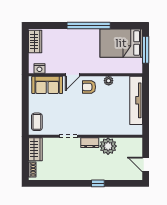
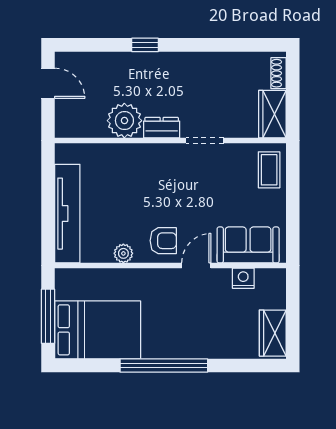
nightstand: (39, 68) -> (243, 278), moved

